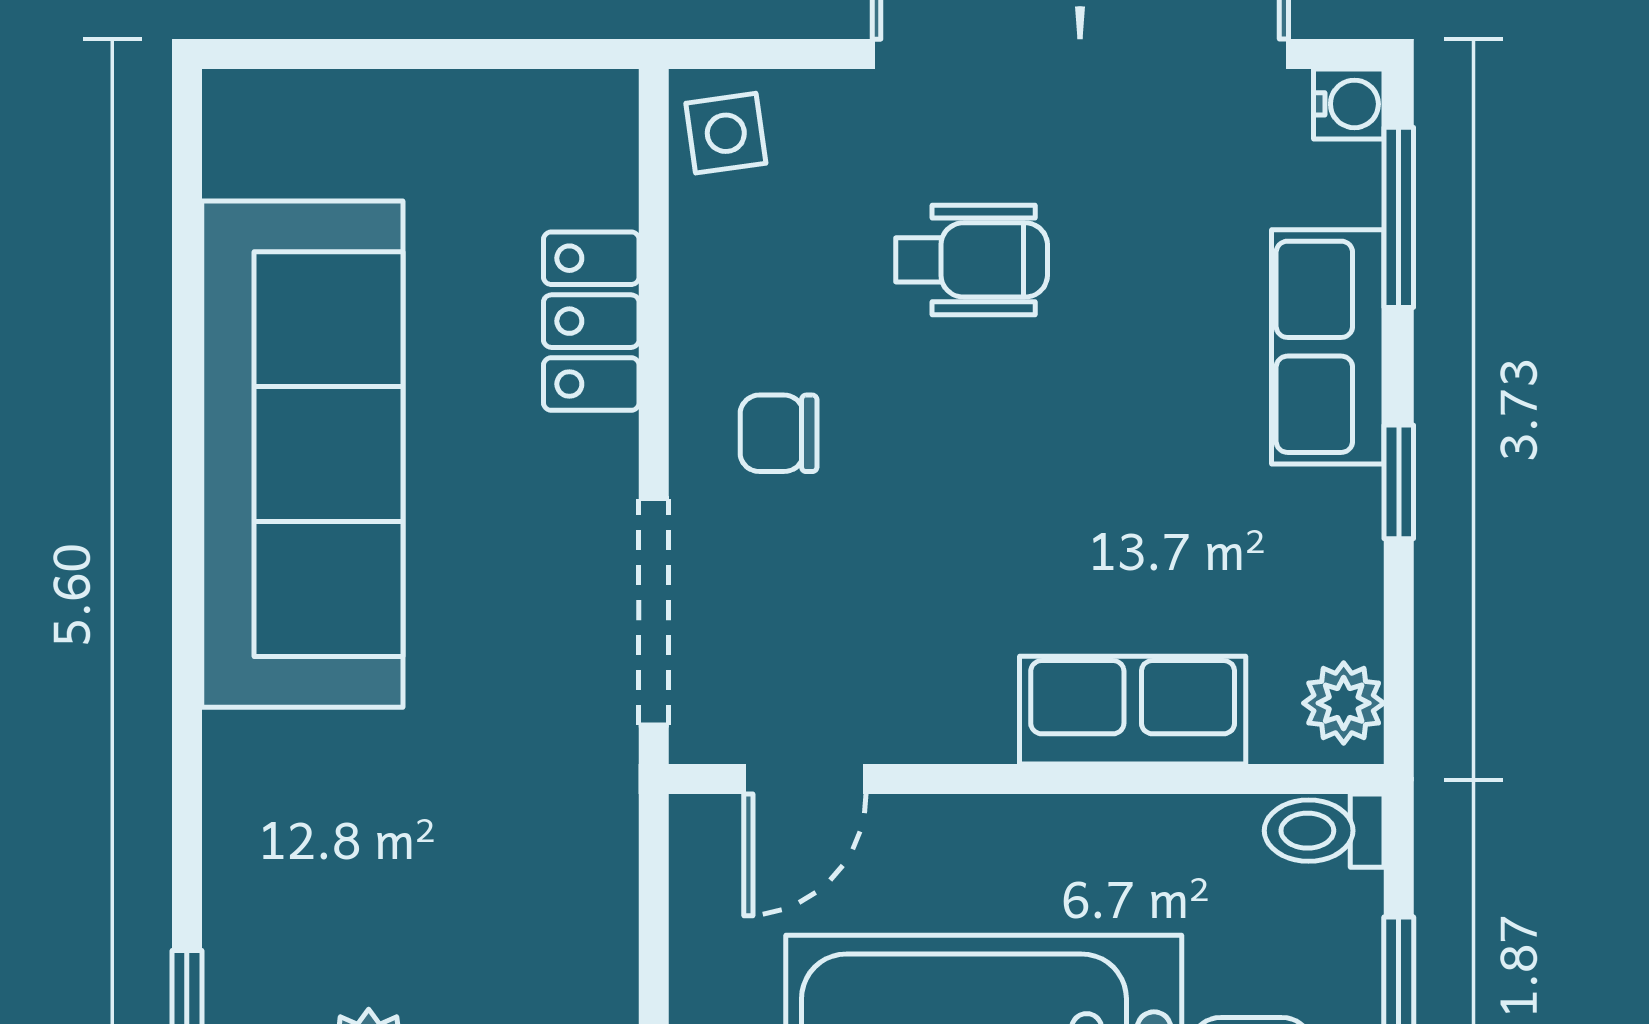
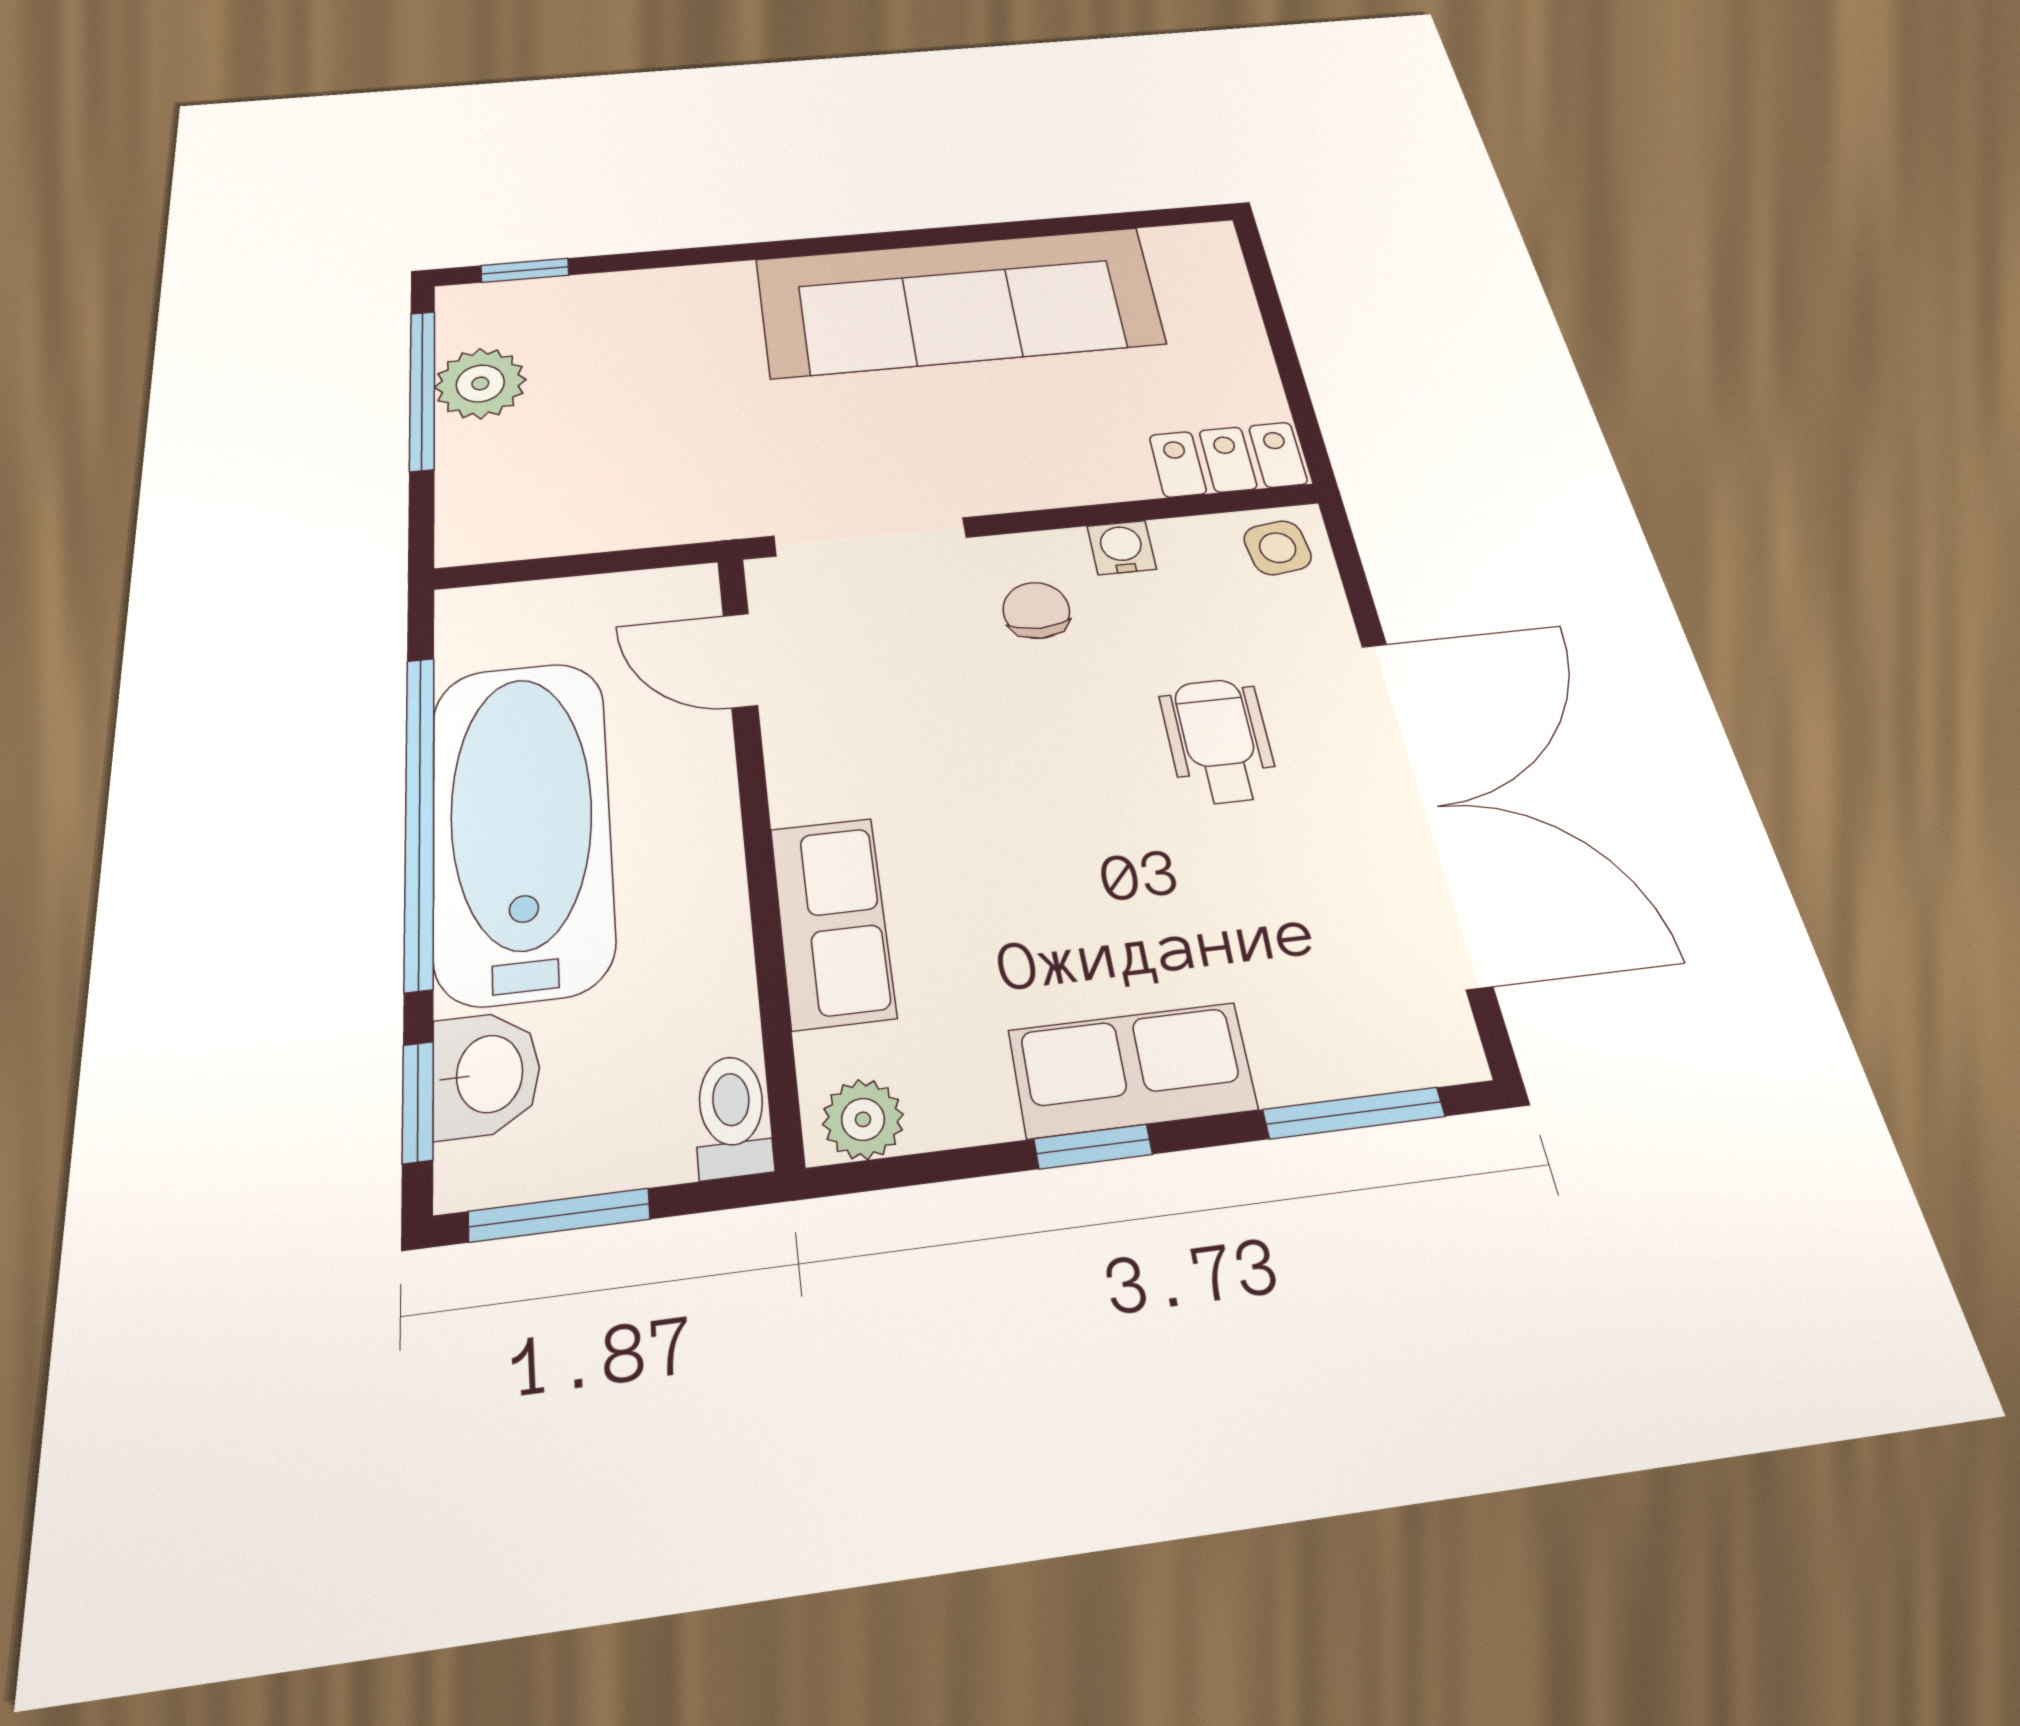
water cooler: (1349, 104) -> (1122, 548), moved, turned 180
wheelchair: (971, 260) -> (1219, 741), turned 180
locker: (591, 321) -> (1228, 459), moved
row of seats: (1328, 347) -> (1132, 1070), moved

